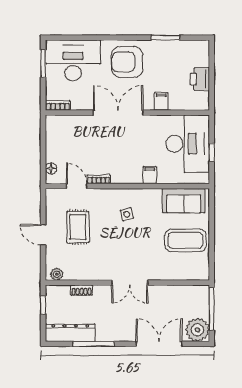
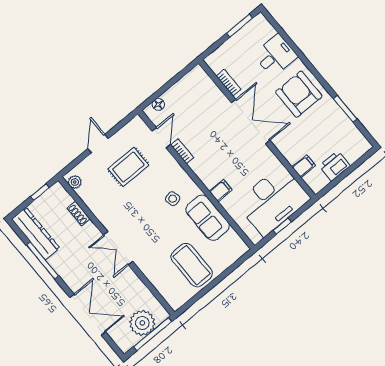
desk: (73, 60) -> (275, 56), width x0.53, depth x0.77
filing cabinet: (161, 101) -> (304, 166), moved
bookcase: (58, 105) -> (228, 83), moved
sofa: (184, 201) -> (208, 218), moved
plant: (197, 330) -> (142, 323), moved

